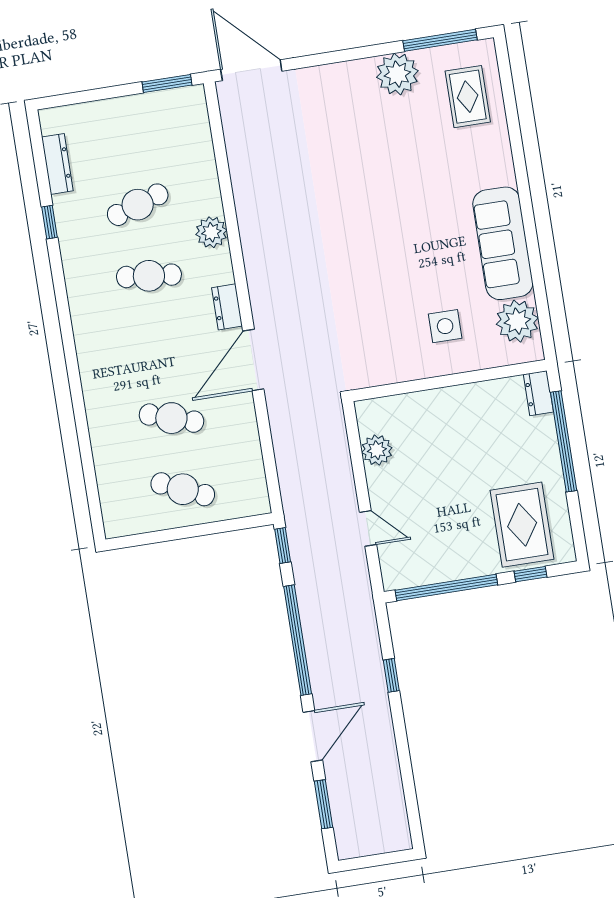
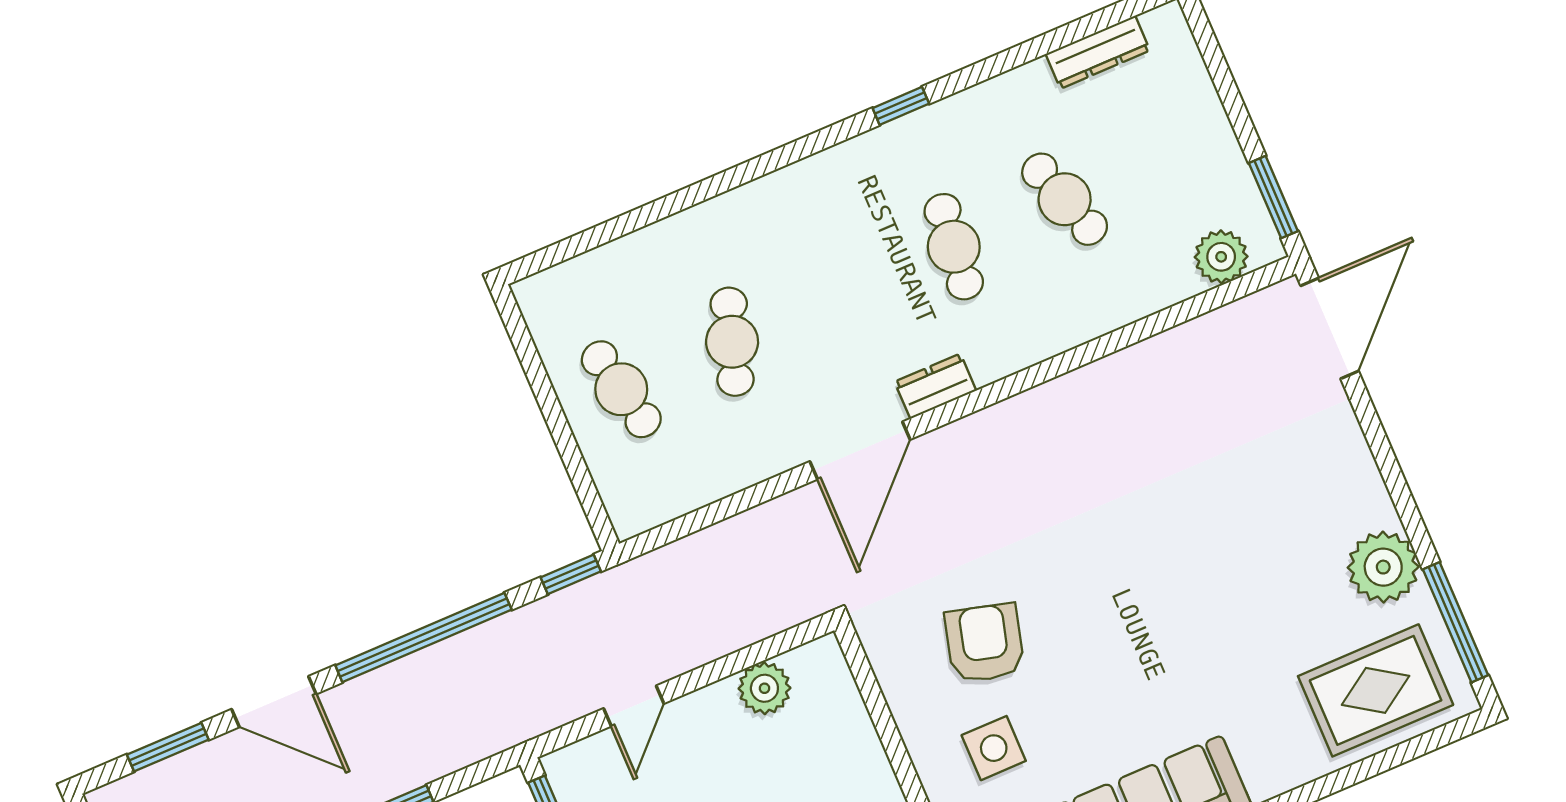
rug: (468, 97) -> (1376, 690), width x1.36, depth x1.43
window: (50, 222) -> (901, 106), moved
plant: (211, 232) -> (1221, 257), moved
armchair: (383, 316) -> (985, 643), added
door: (253, 360) -> (860, 450), swing flipped
cafe table: (183, 489) -> (621, 389), turned -36

